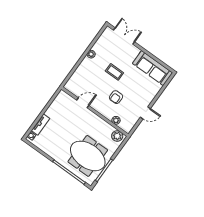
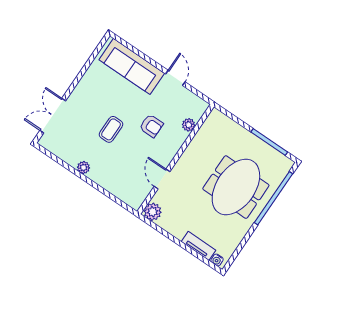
sofa: (152, 68) -> (132, 66), moved, turned 90
plant: (117, 136) -> (153, 212), moved
meeting table: (88, 156) -> (236, 187), moved

